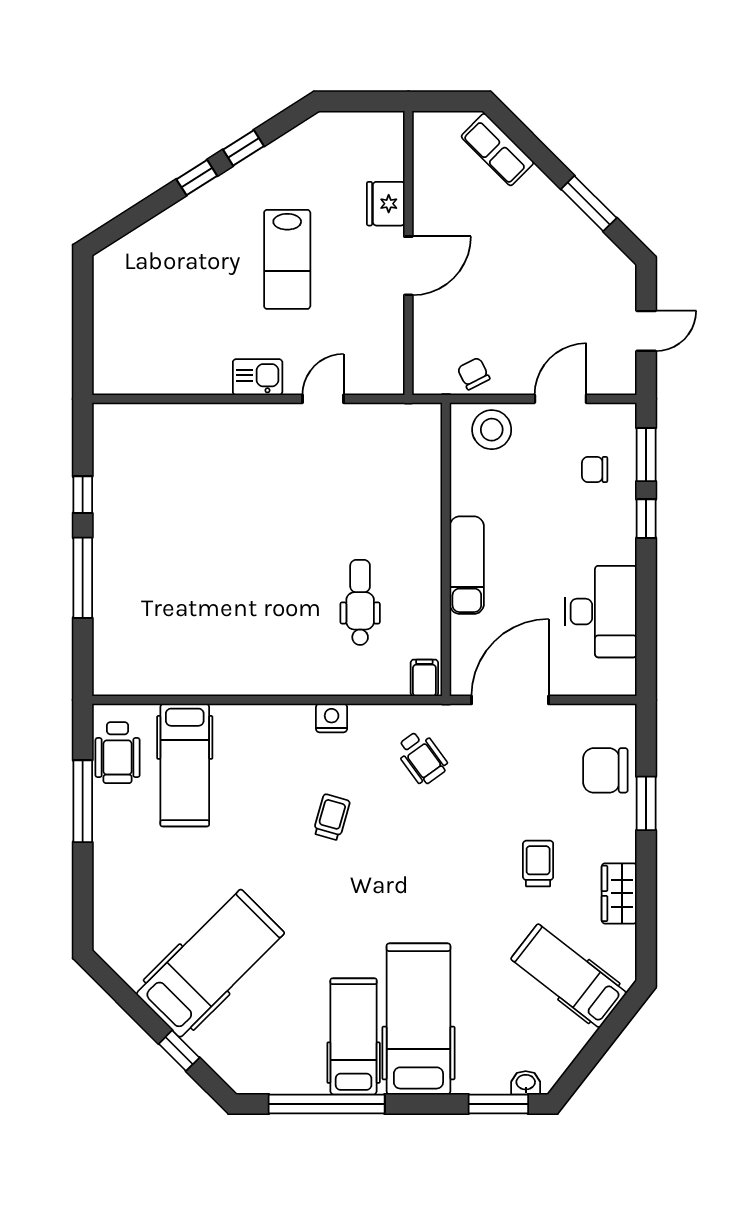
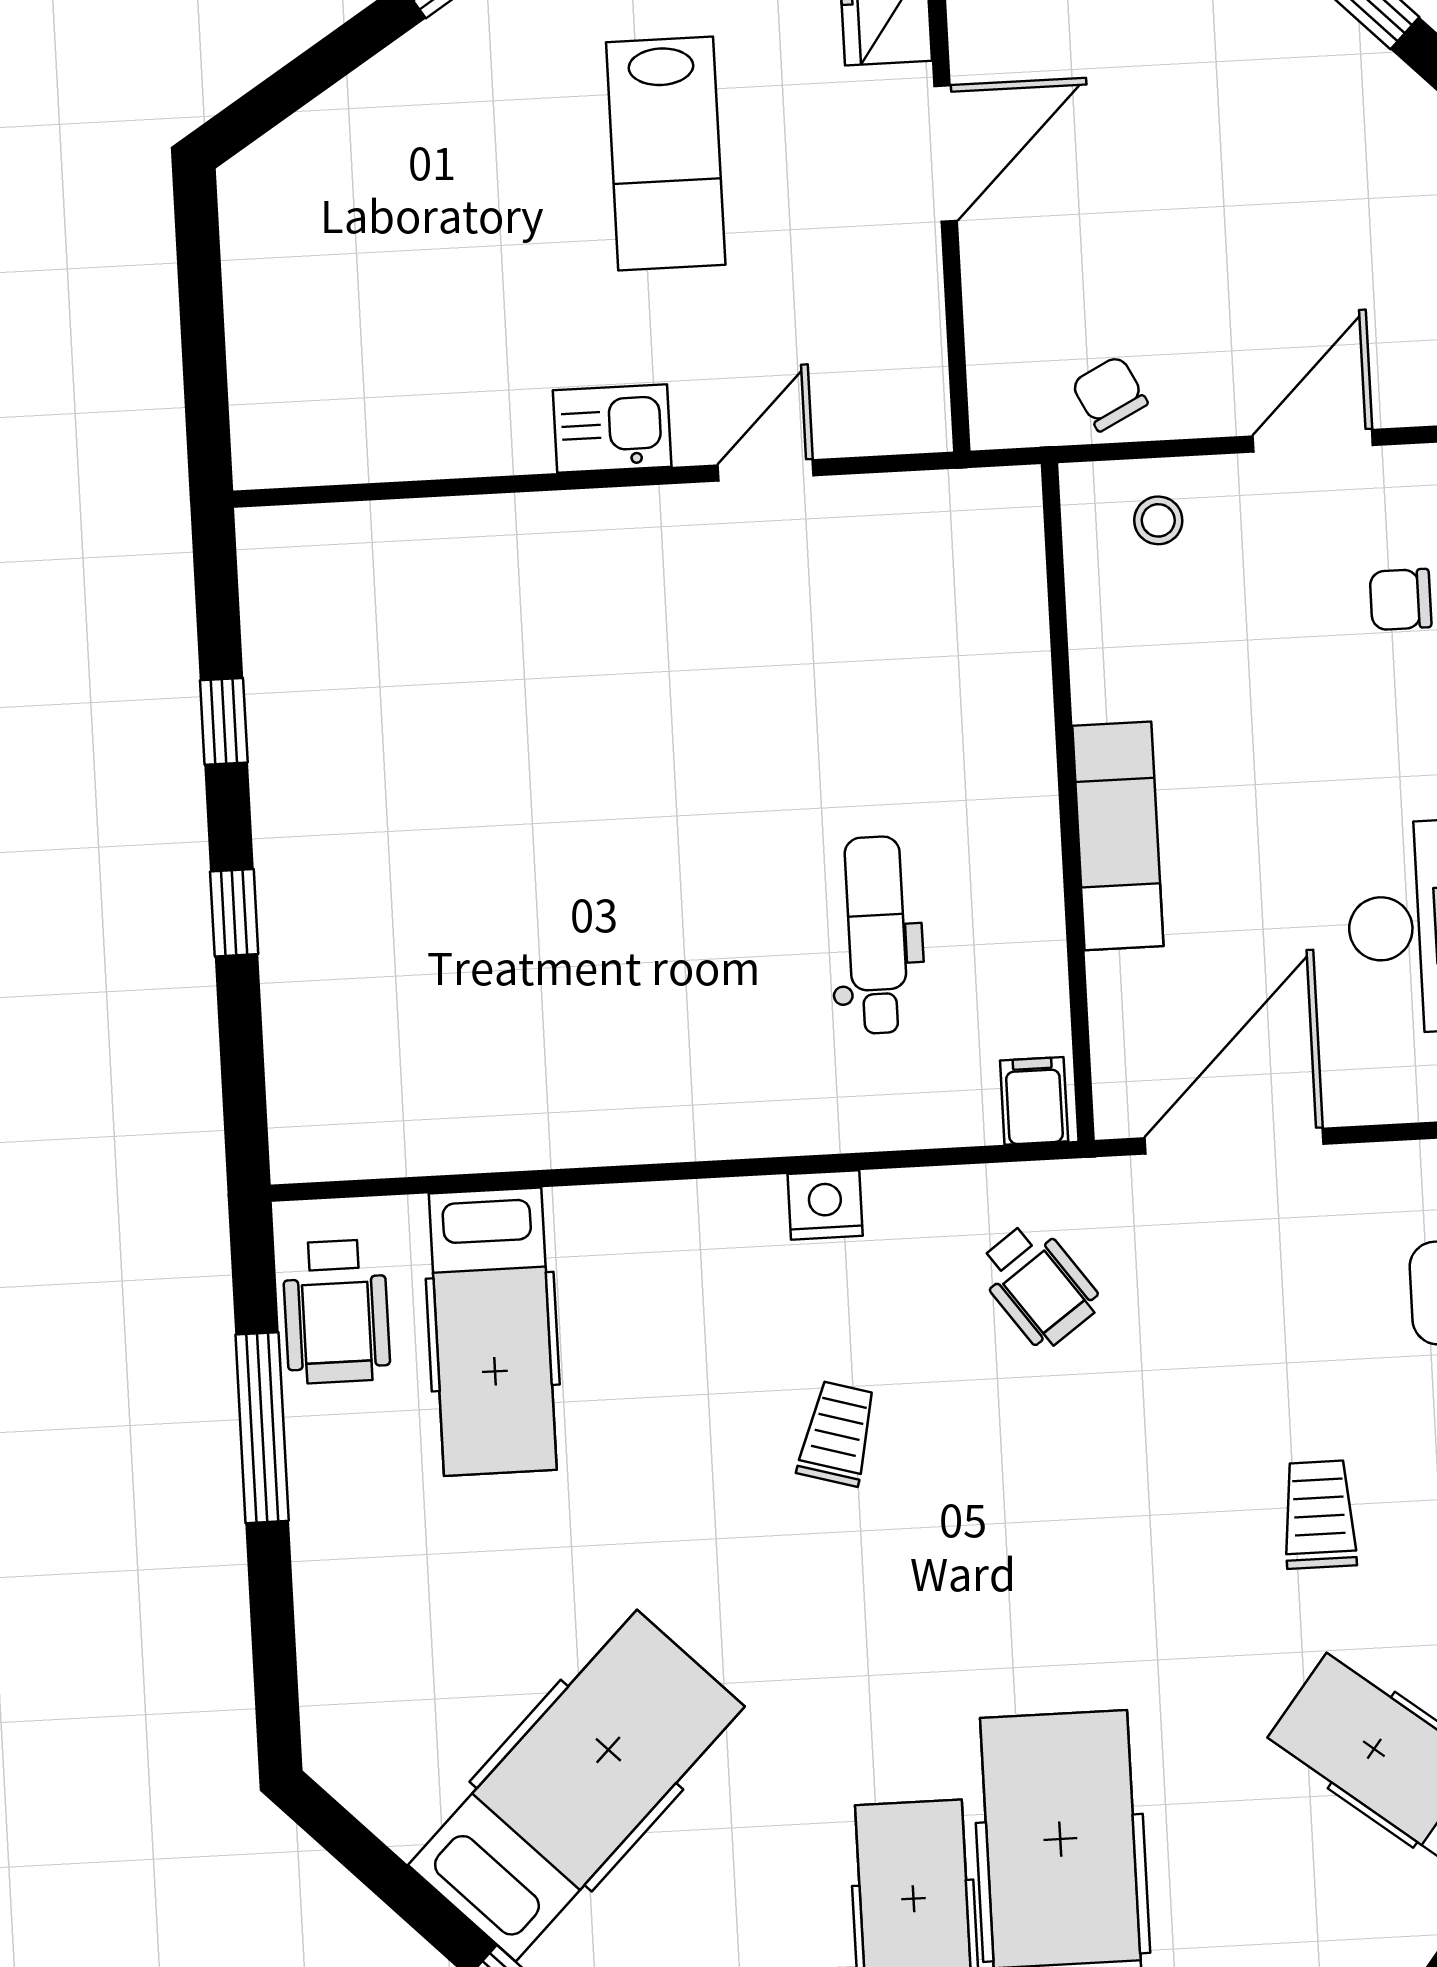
stool: (492, 430) -> (1158, 520), width x0.53, depth x0.53
window: (83, 578) -> (234, 913), width x0.46

